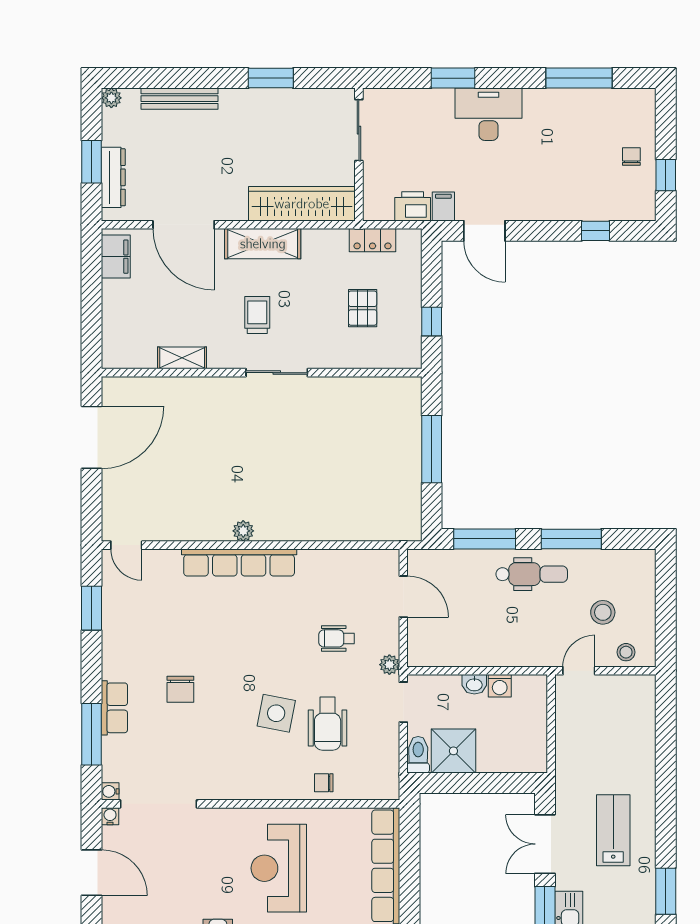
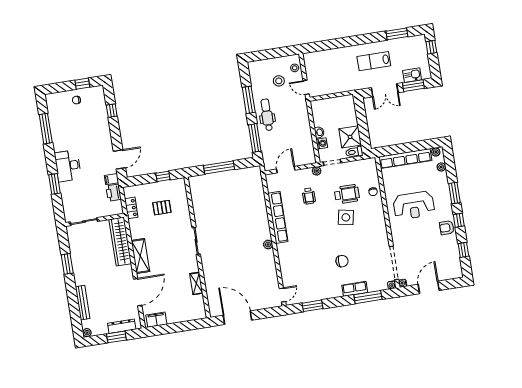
trolley: (257, 315) -> (172, 253), removed
row of seats: (239, 562) -> (278, 217), moved
washing machine: (500, 686) -> (322, 143), moved

